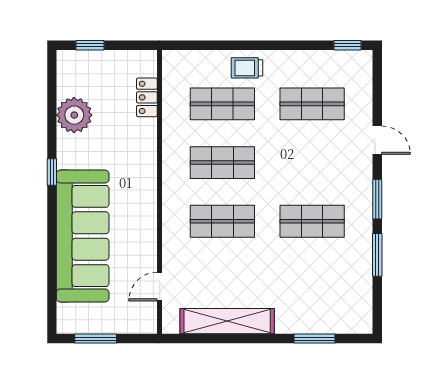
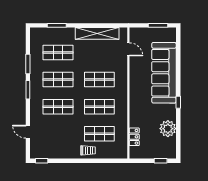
shop shelf: (312, 104) -> (58, 107), moved
door: (377, 140) -> (28, 132), moved
shop shelf: (312, 280) -> (58, 52), added
door: (160, 287) -> (128, 49), hinge flipped

